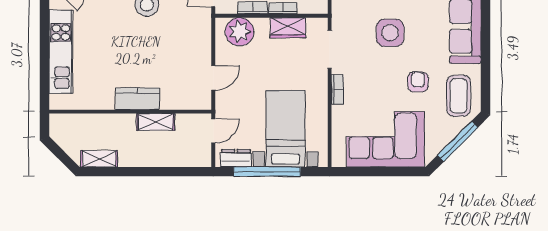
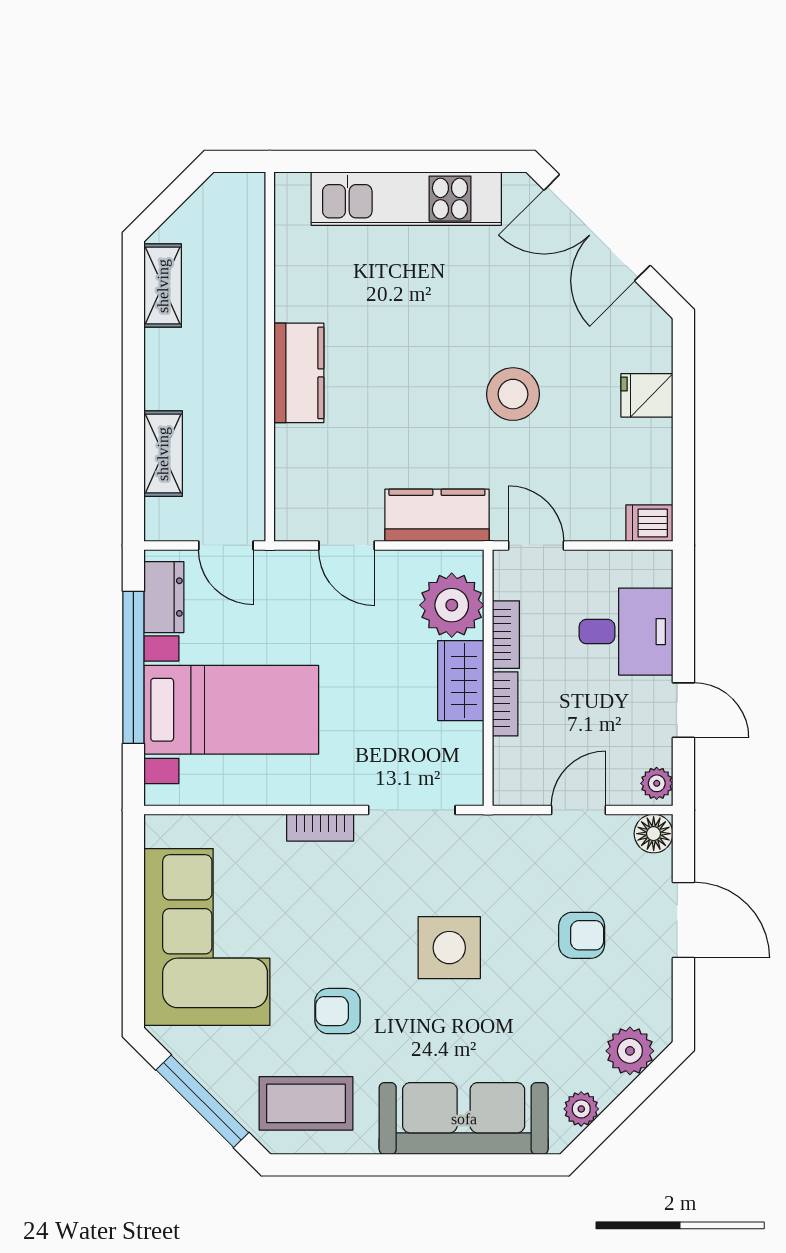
wardrobe: (288, 28) -> (461, 681), moved
kitchen counter: (200, 38) -> (437, 515), added
armchair: (418, 82) -> (337, 1011), turned 180
shelving: (156, 122) -> (163, 454), moved

